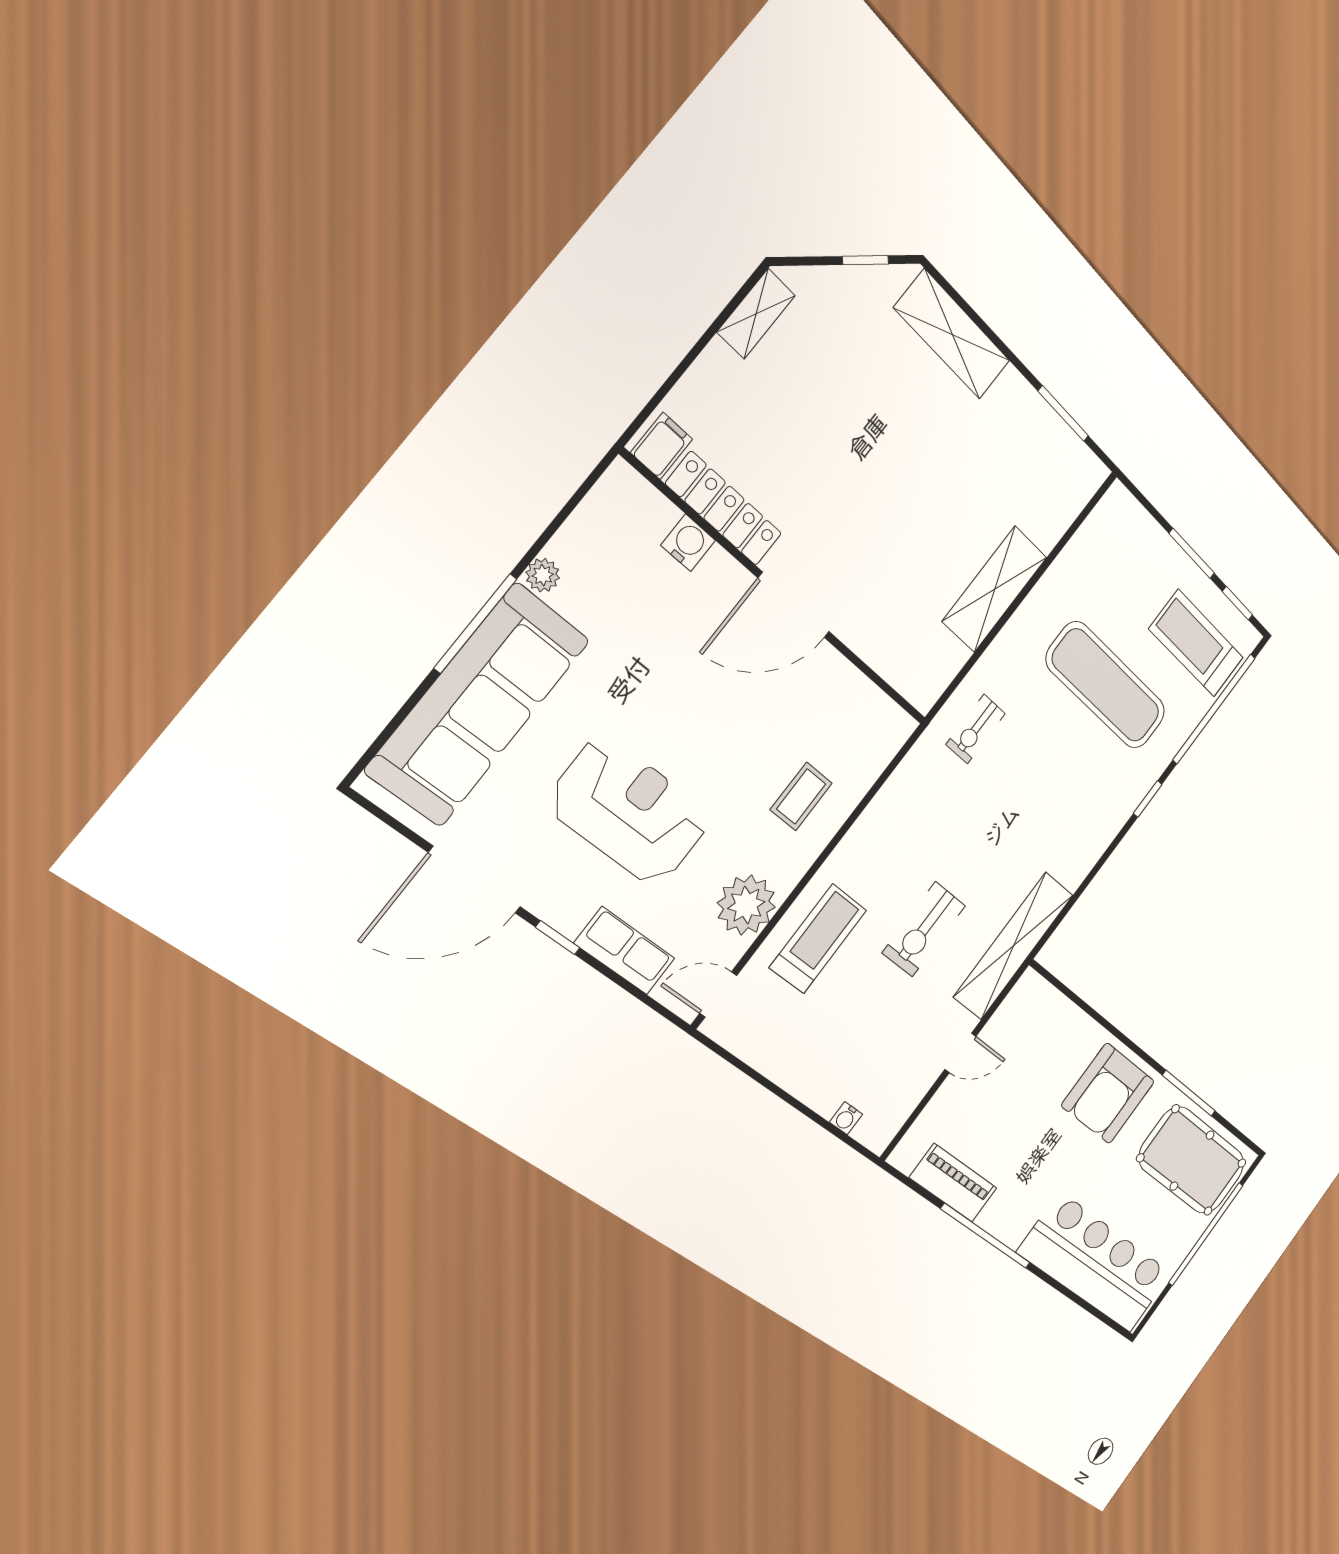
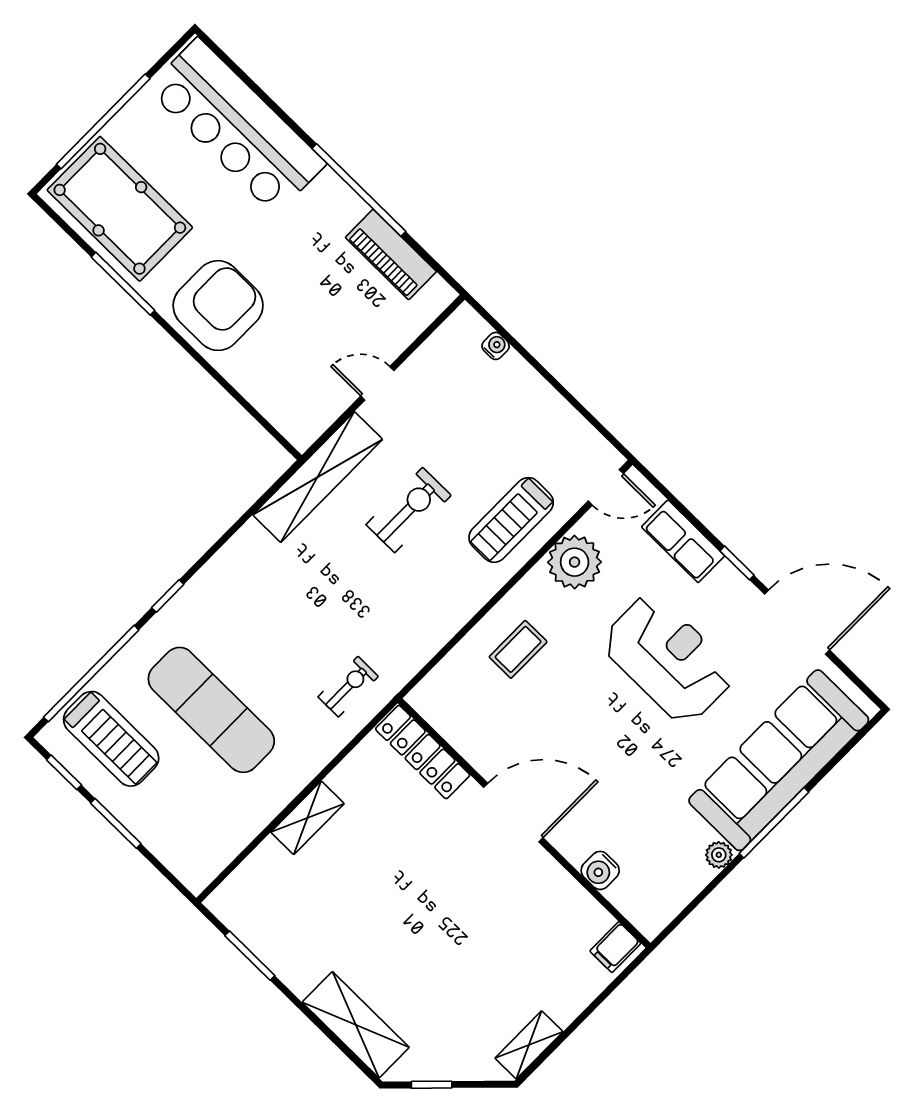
locker: (724, 509) -> (423, 752), moved
shelving: (995, 589) -> (307, 818), width x0.67, depth x0.75
reception desk: (630, 811) -> (668, 659), turned 180

